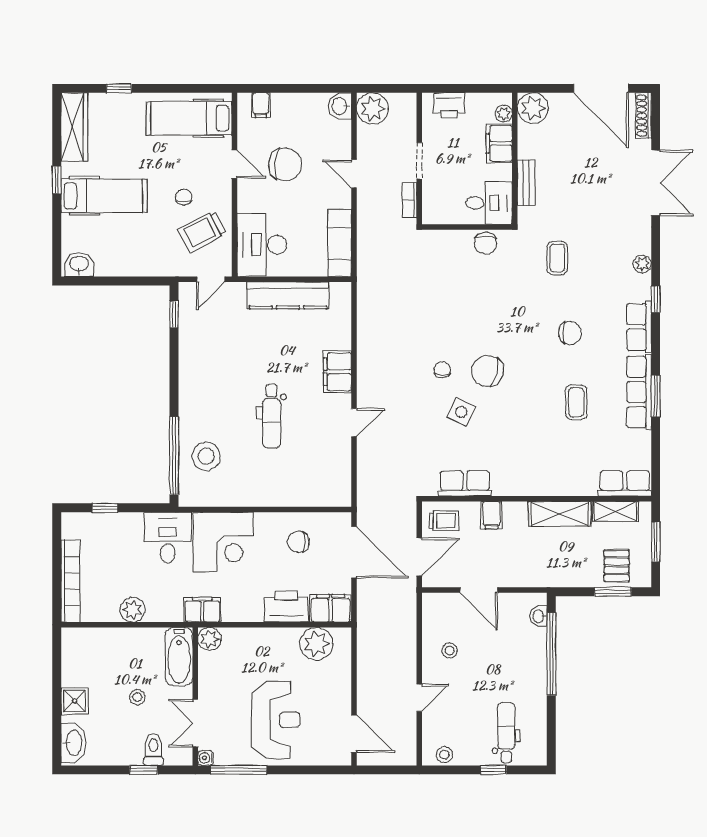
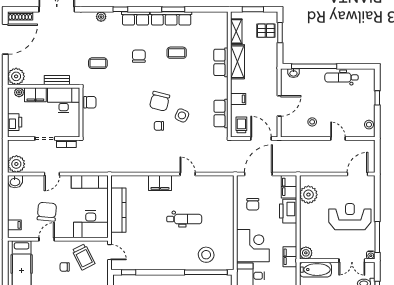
desk: (489, 203) -> (64, 100), width x1.37
row of seats: (625, 483) -> (221, 62), moved
dental chair: (506, 733) -> (342, 77), moved

